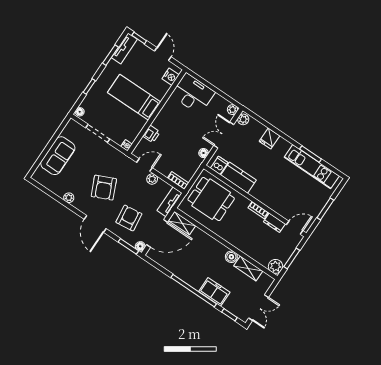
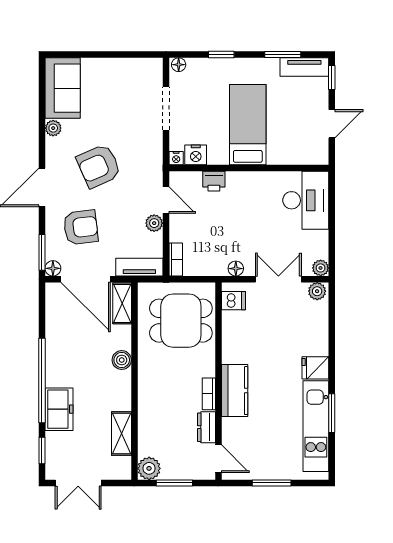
nightstand: (171, 77) -> (196, 155), moved
fridge: (269, 138) -> (315, 368), moved
sofa: (58, 156) -> (63, 88), moved, turned -90
kitchen counter: (238, 178) -> (235, 391), moved
dining table: (211, 199) -> (181, 321), turned 90
boiler: (231, 257) -> (122, 360), moved

